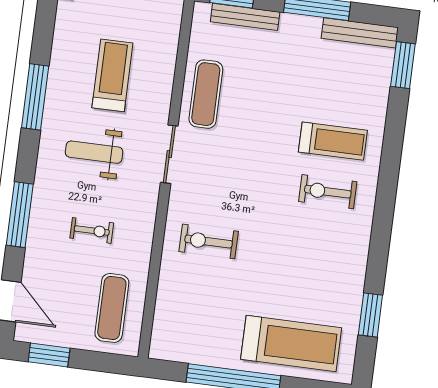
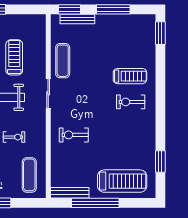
bench: (360, 33) -> (70, 193), moved

